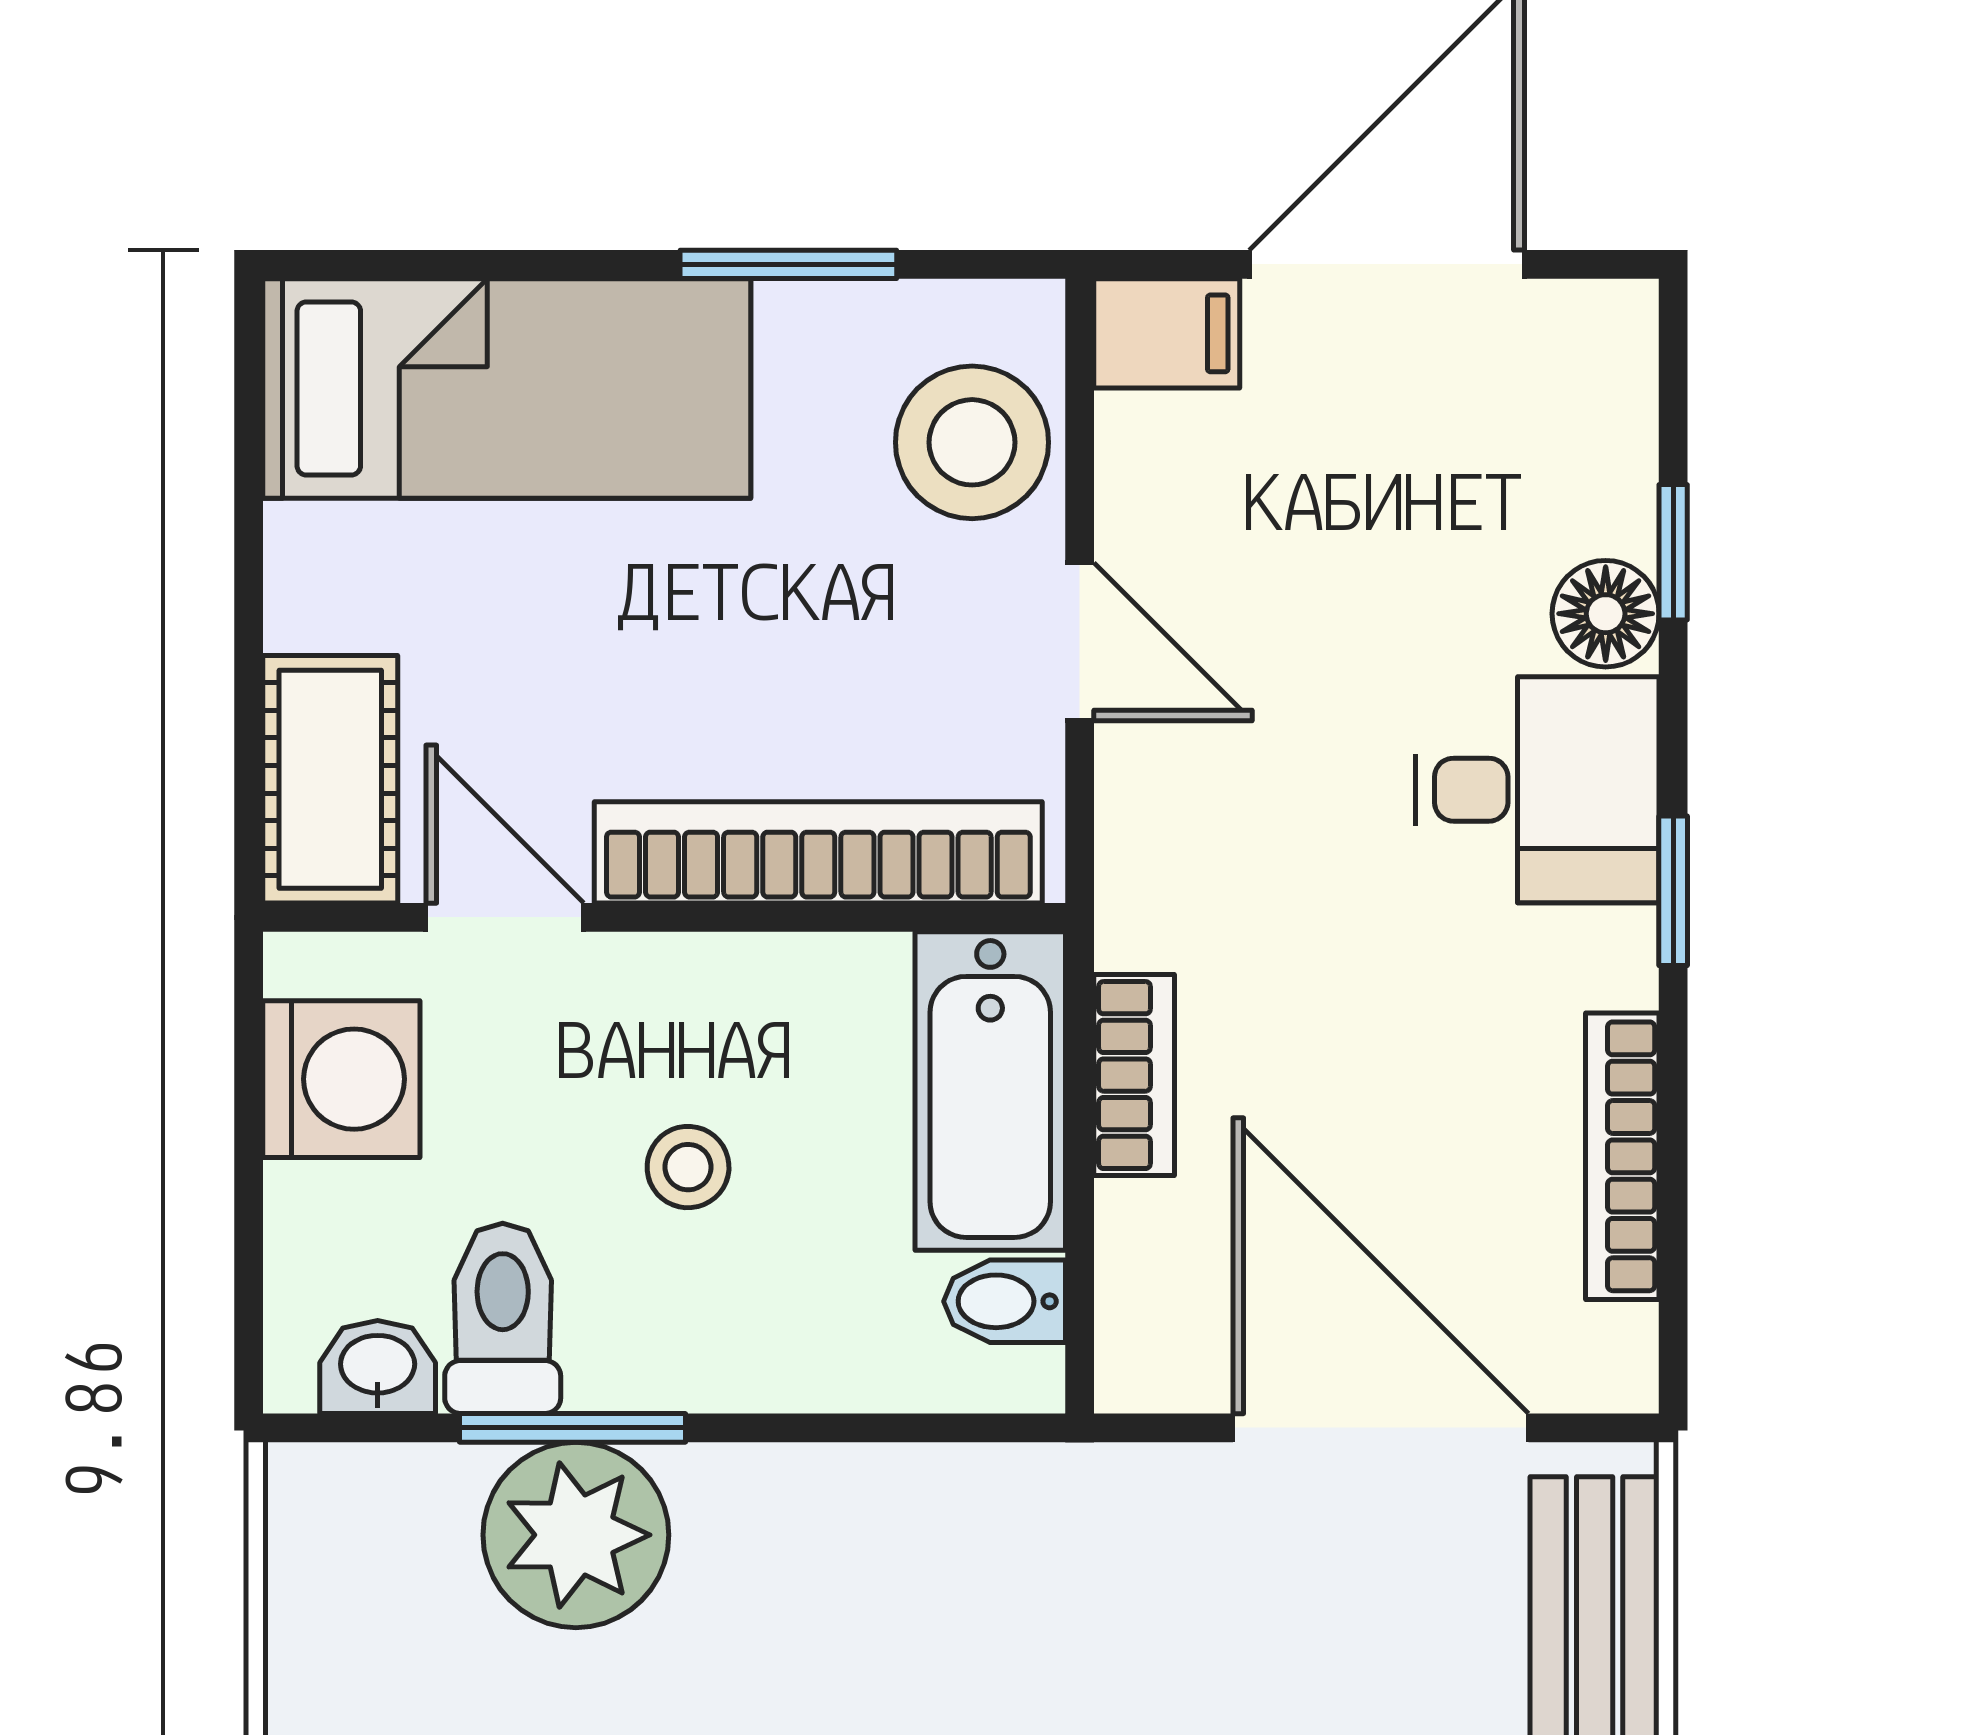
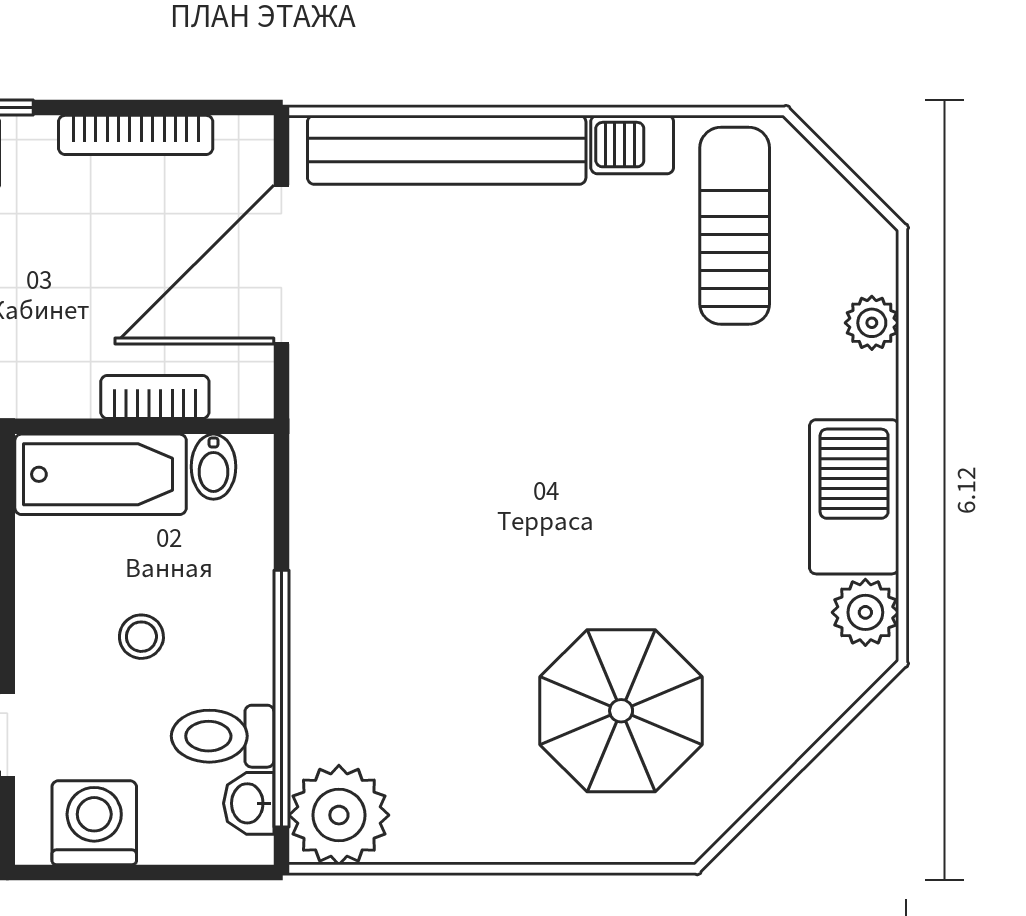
bookcase: (1134, 1075) -> (155, 397), moved
window: (573, 1428) -> (281, 699), width x2.11
plant: (576, 1535) -> (339, 815), moved

